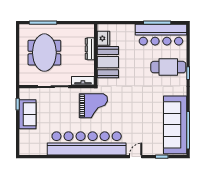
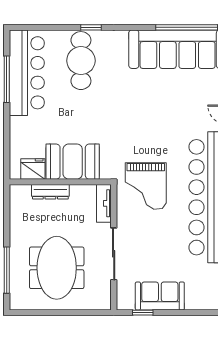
meeting table: (44, 53) -> (57, 268), turned 90
grand piano: (93, 106) -> (146, 186), turned 180

